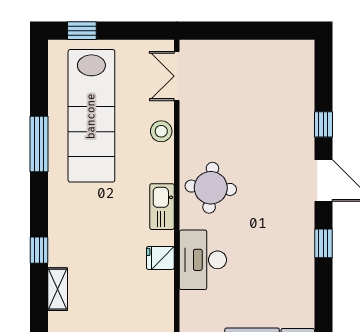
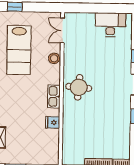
lab bench: (91, 116) -> (19, 50), width x0.73
desk: (203, 260) -> (110, 25), moved, turned 90

